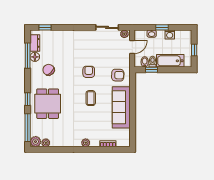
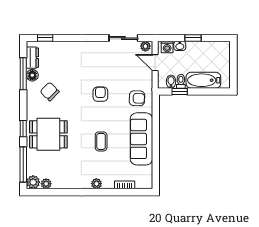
washing machine: (170, 35) -> (167, 47), moved
door: (132, 47) -> (155, 63), swing flipped
window: (194, 50) -> (233, 67), removed
coffee table: (91, 98) -> (101, 141), moved
dining table: (48, 104) -> (48, 134), turned 90

